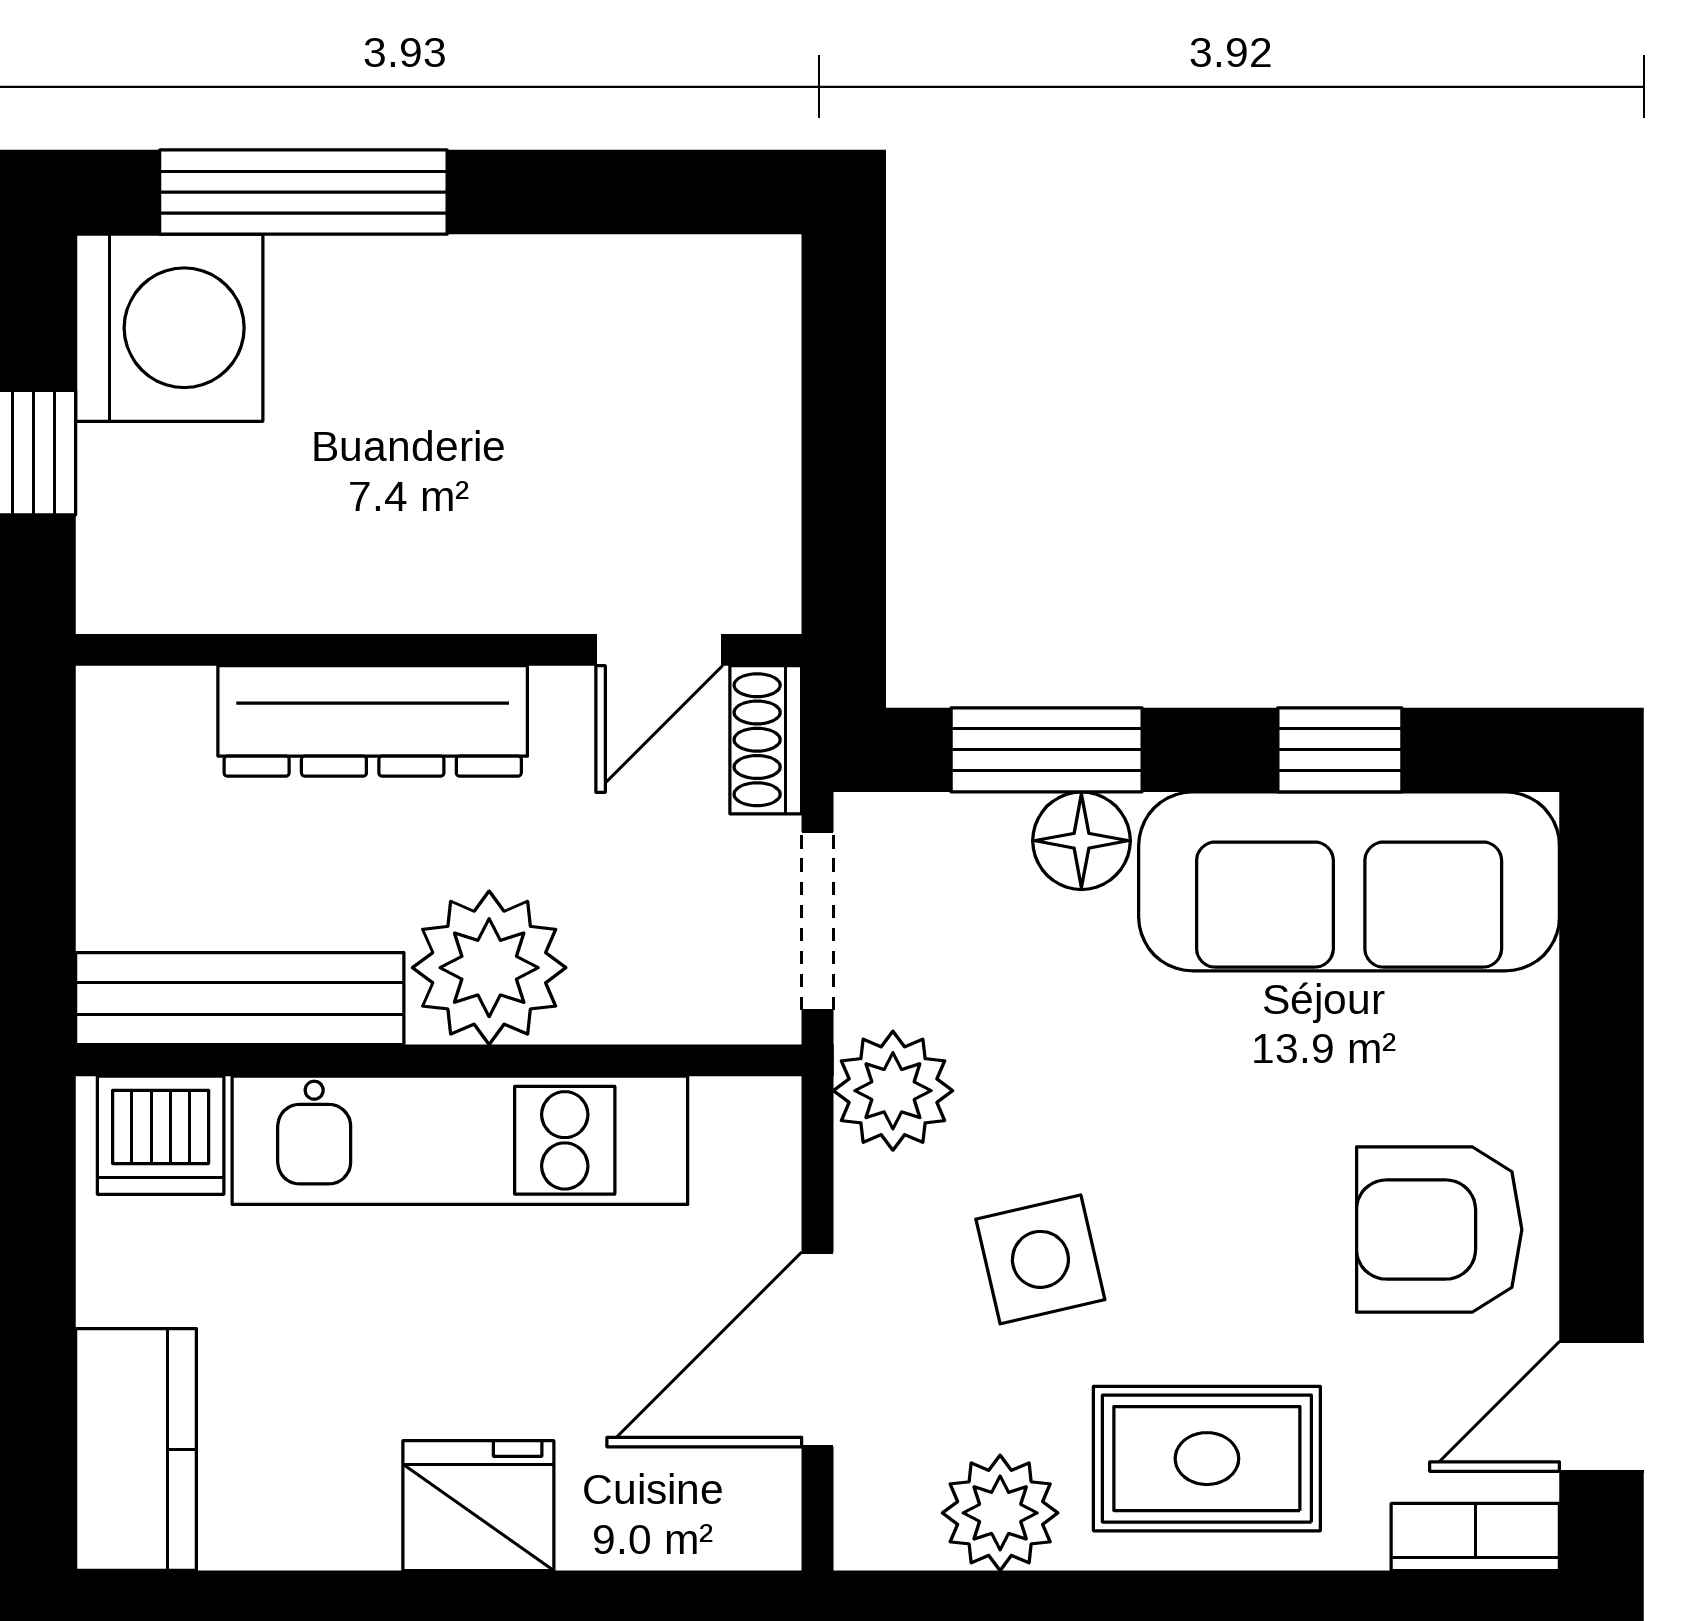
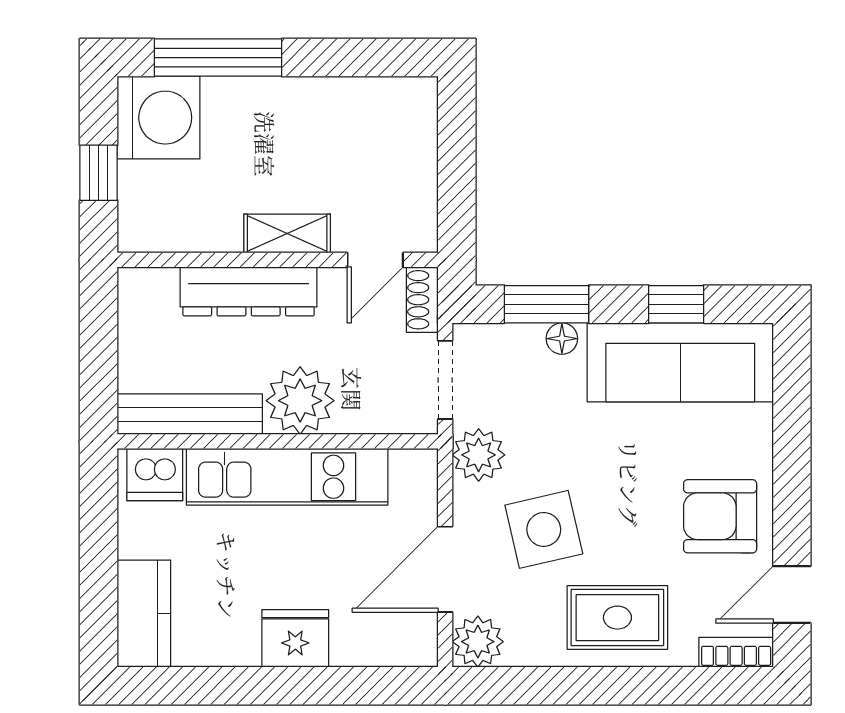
shelving: (460, 590) -> (287, 234), added
floor lamp: (1081, 841) -> (562, 339), width x0.73, depth x0.73
side table: (1040, 1259) -> (544, 529), width x1.37, depth x1.37
plant: (1000, 1513) -> (478, 642), moved

